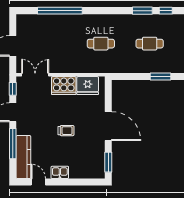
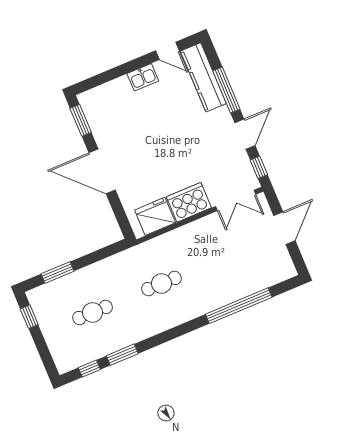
trolley: (66, 131) -> (159, 140), removed

